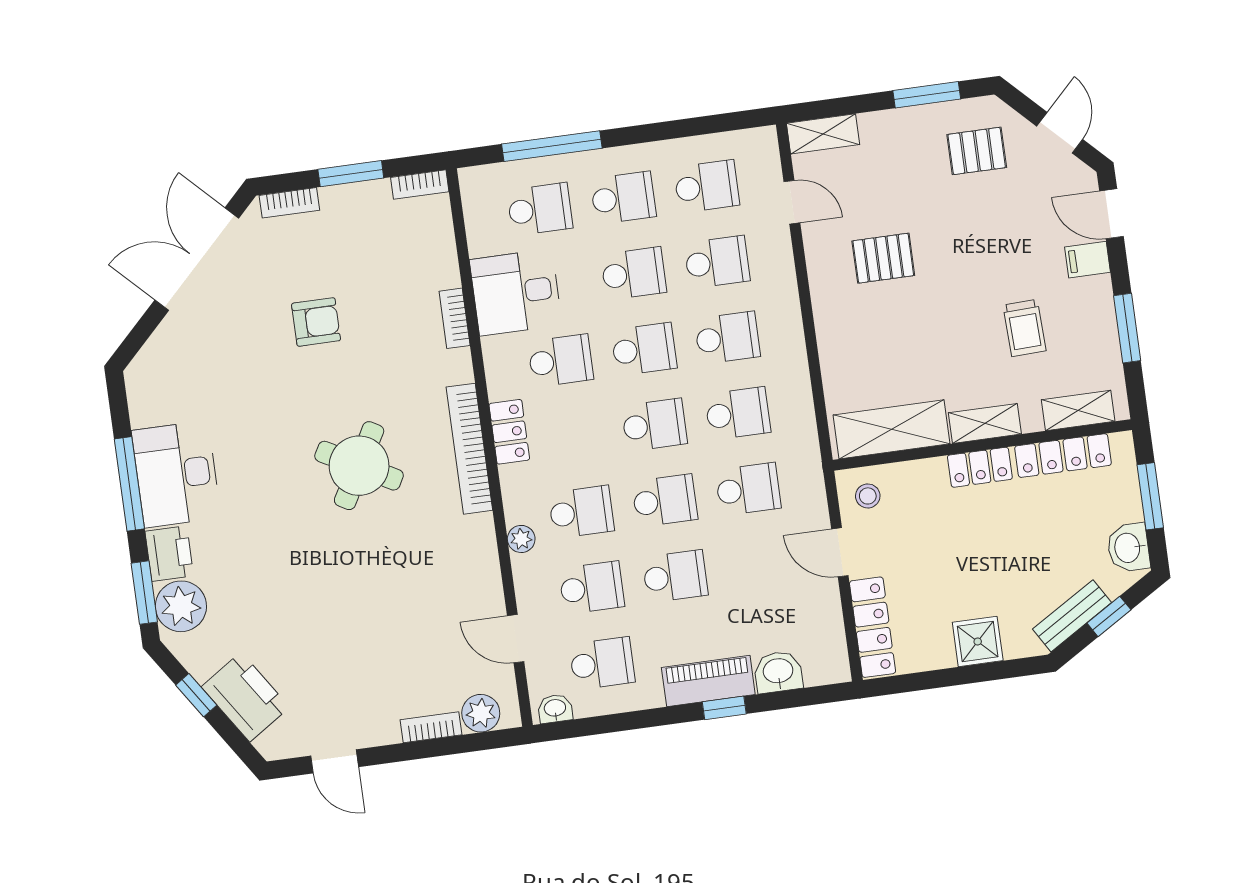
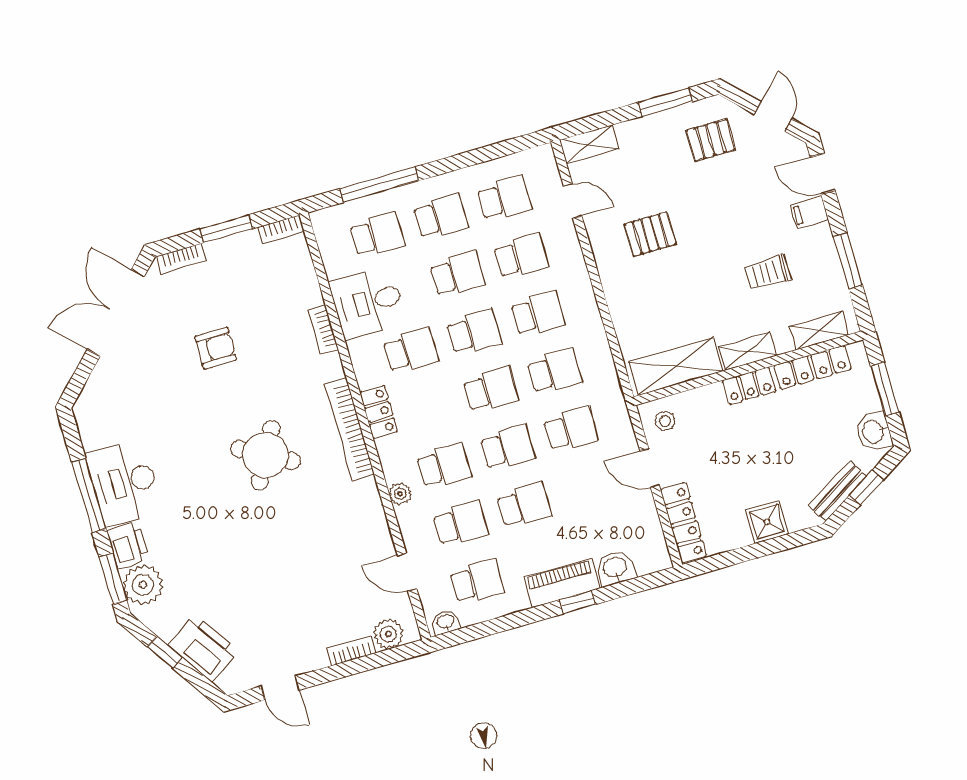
trolley: (1024, 328) -> (768, 272), turned 92

